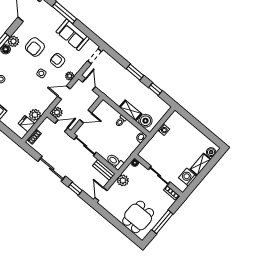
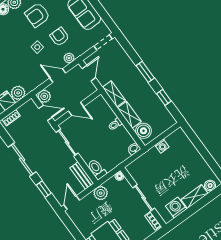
shelving: (114, 96) -> (114, 94), added

